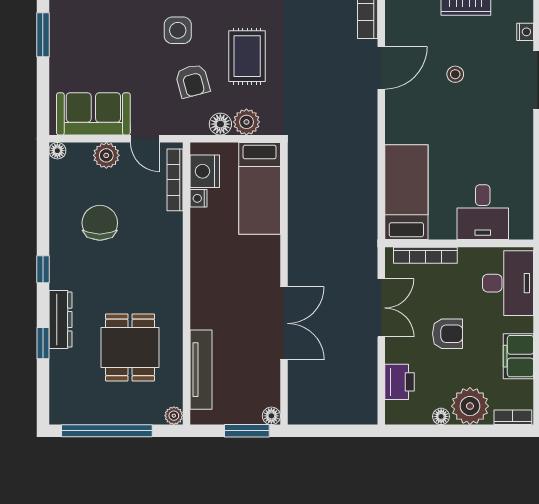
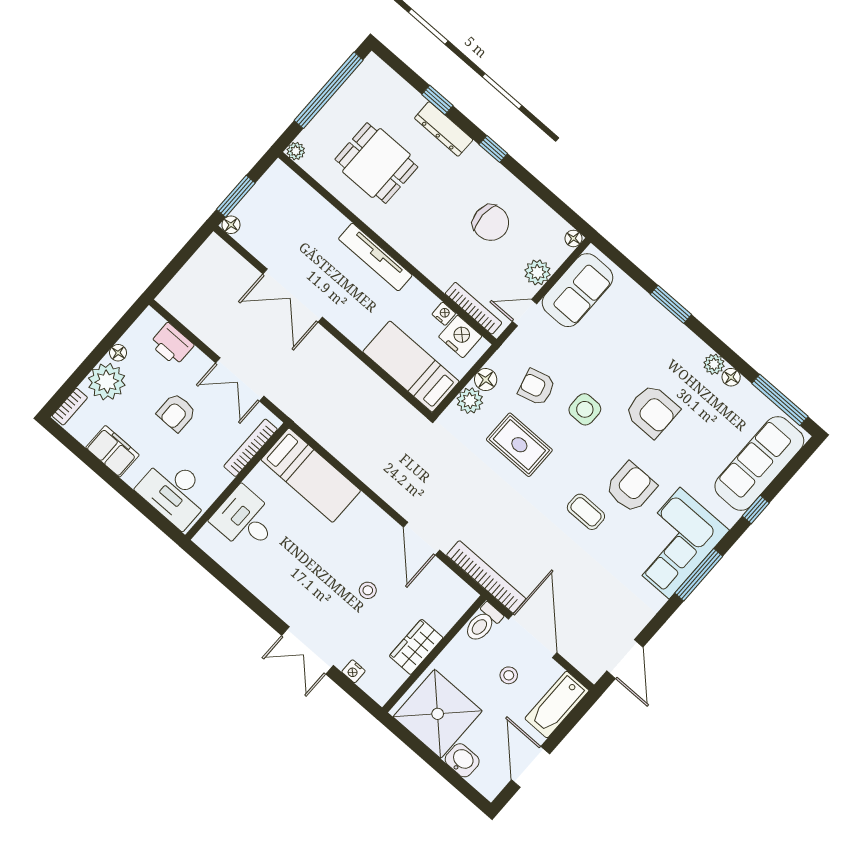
tv unit: (201, 370) -> (375, 257), moved

